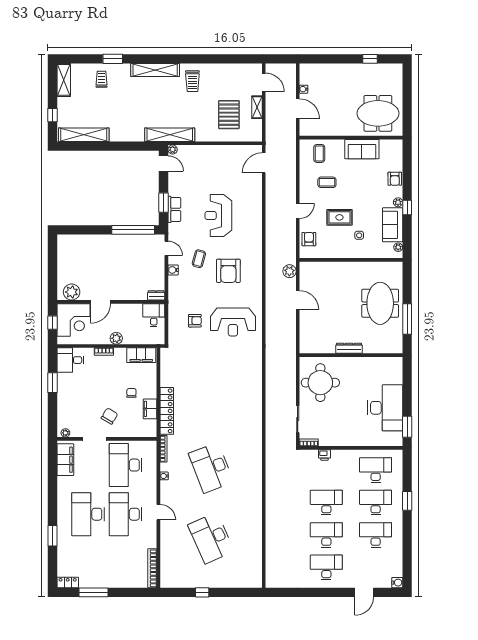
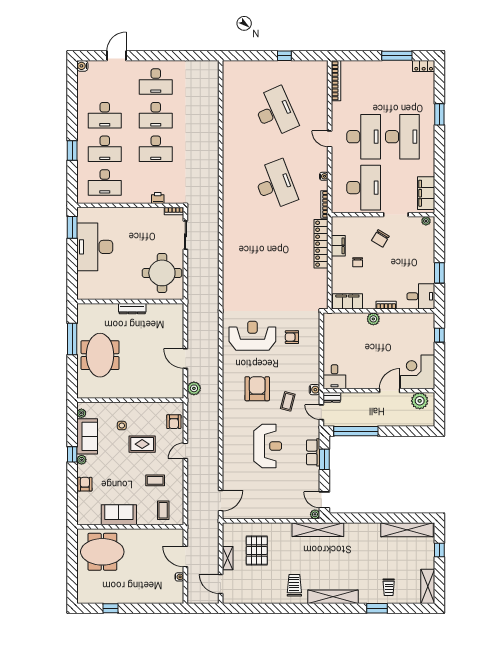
plant: (72, 292) -> (420, 401), moved
dresser: (156, 295) -> (332, 397), moved
door: (101, 302) -> (390, 391), moved
wall: (111, 302) -> (379, 391), moved
desk: (154, 315) -> (334, 377), moved
corner desk: (73, 320) -> (418, 372), moved

